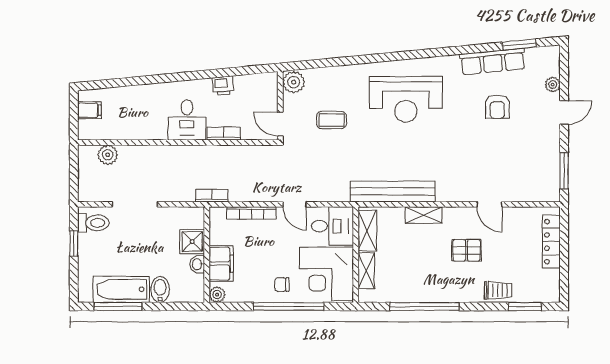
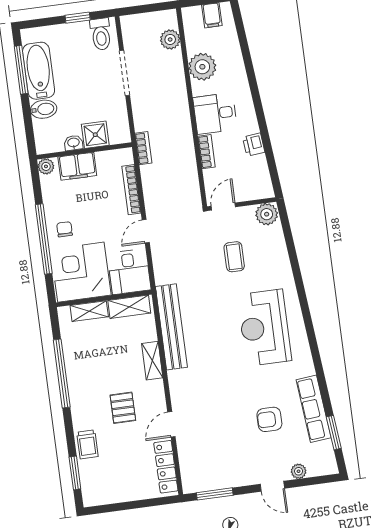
plant: (139, 126) -> (202, 67), added
locker: (551, 242) -> (166, 467), moved, turned -90

